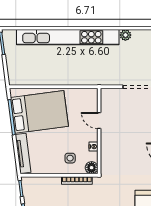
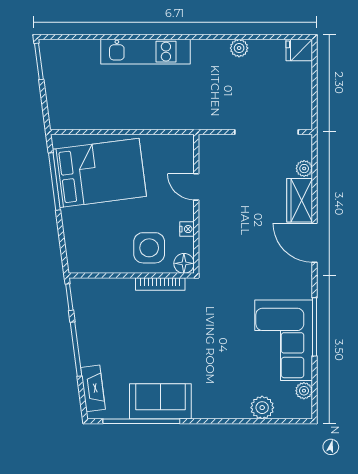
kitchen unit: (68, 37) -> (145, 52), width x0.54
tv unit: (23, 153) -> (73, 240), removed
side table: (70, 158) -> (149, 248), width x1.87, depth x1.87

